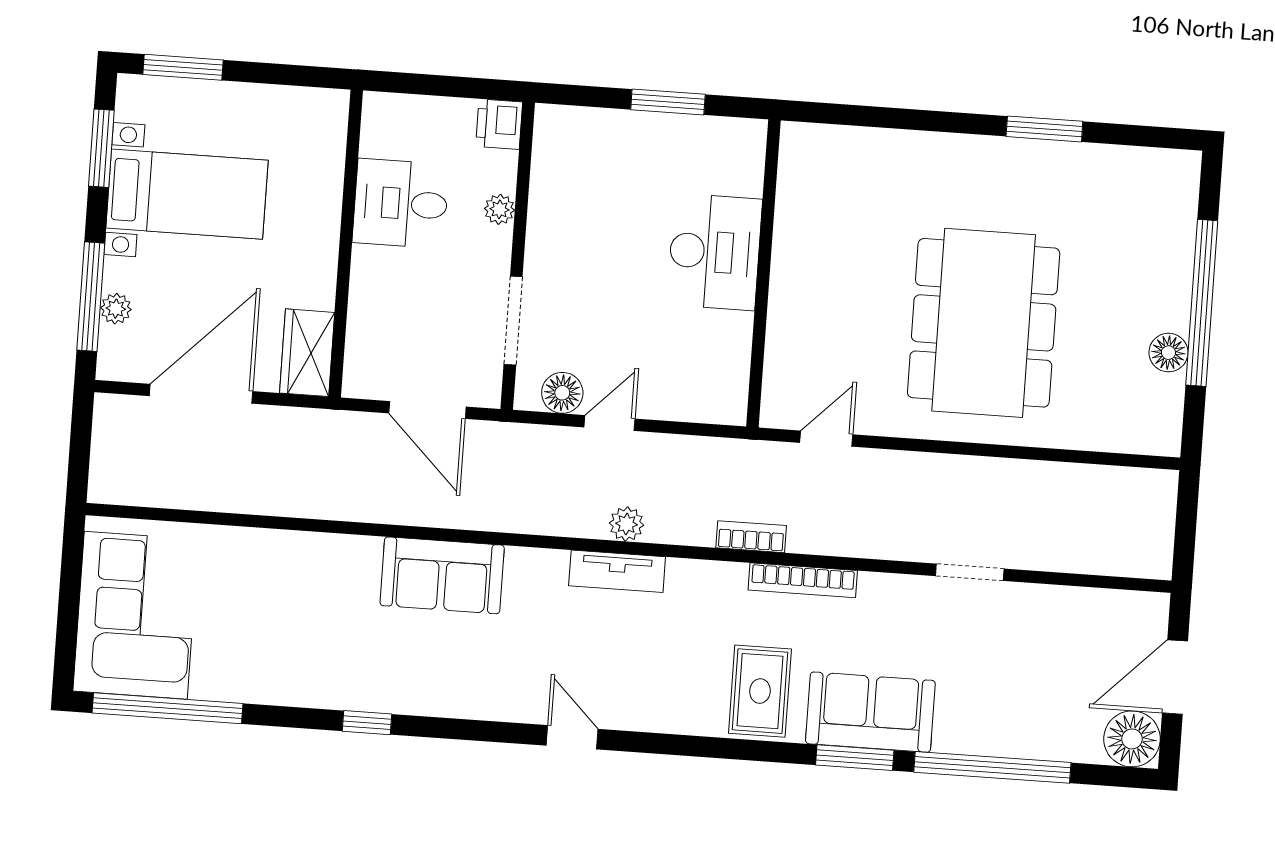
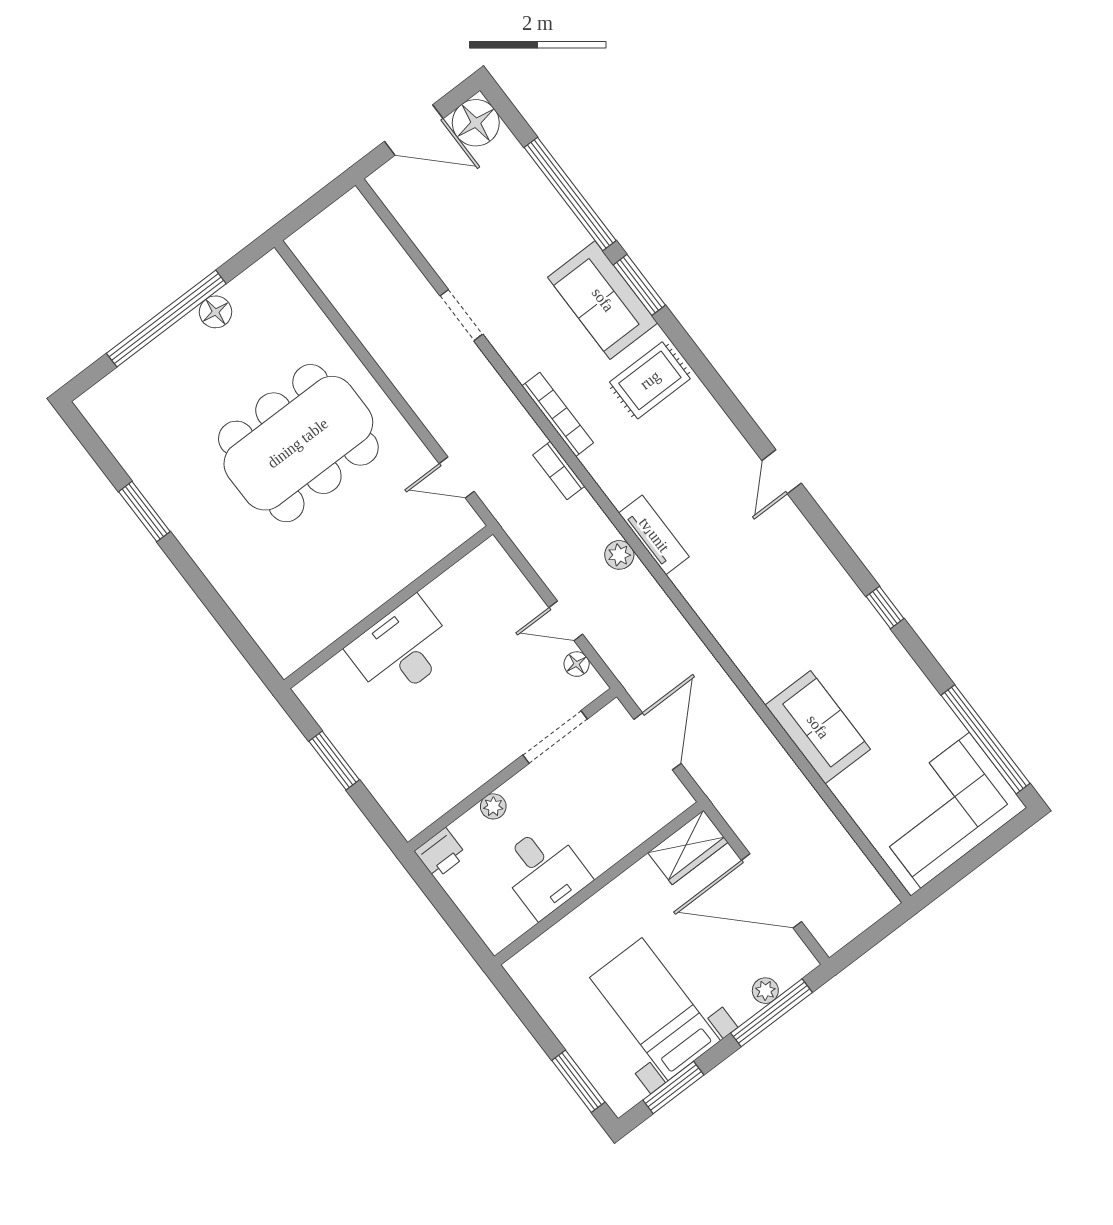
floor lamp: (562, 393) -> (577, 664), width x0.73, depth x0.73
sofa: (442, 575) -> (818, 727), moved

